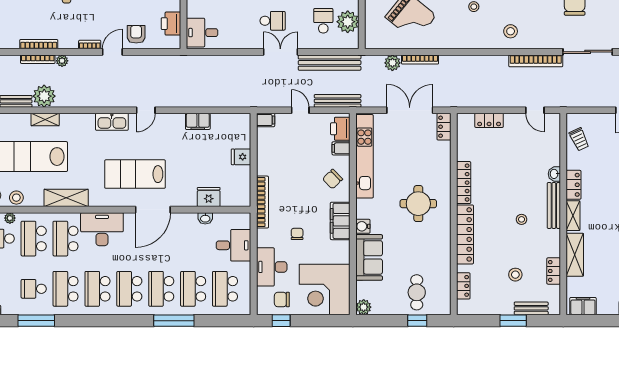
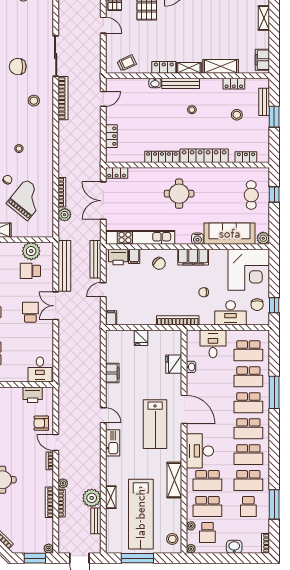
stool: (511, 31) -> (34, 101), moved
stool: (16, 198) -> (174, 521), removed
sofa: (369, 257) -> (230, 234), width x1.36
cafe table: (417, 292) -> (251, 195), turned 90

